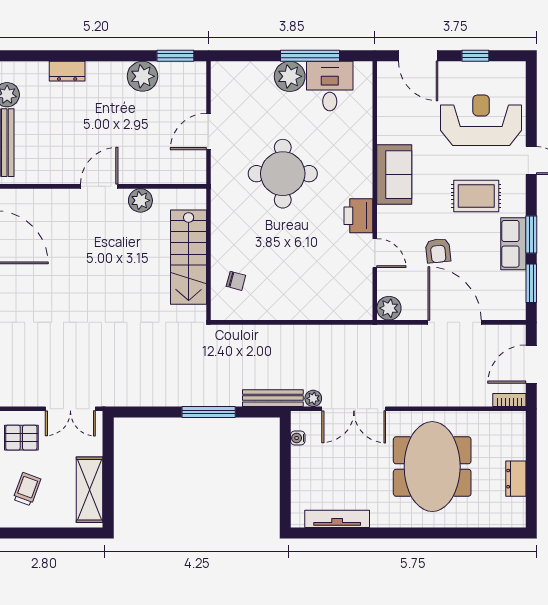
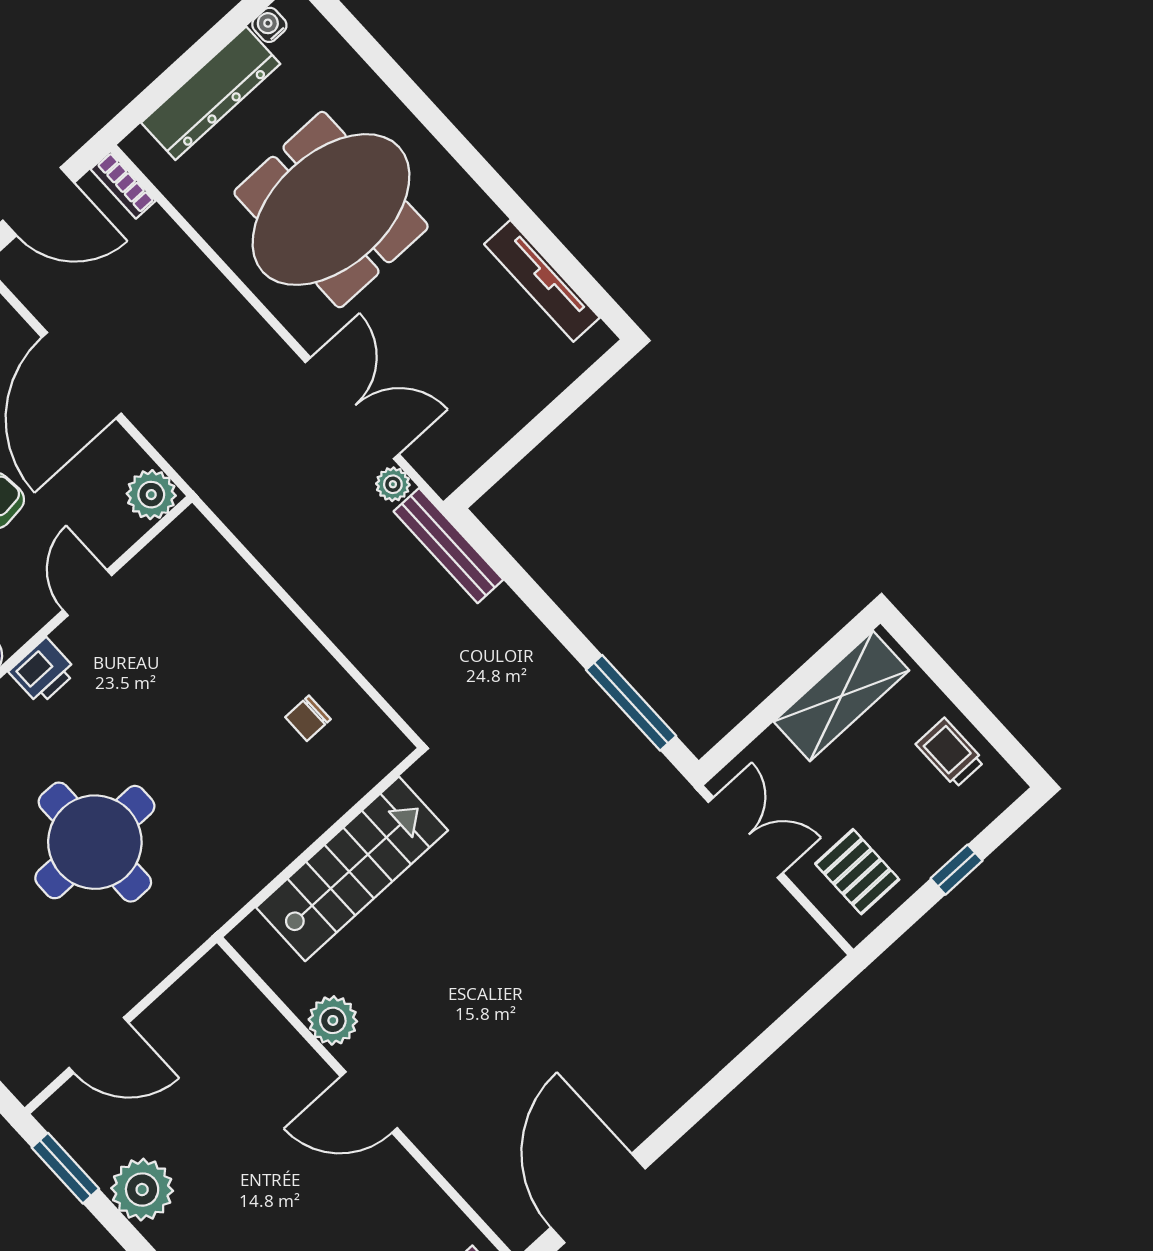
door: (209, 132) -> (99, 1045), moved
printer: (358, 216) -> (43, 671), width x0.73, depth x0.81
chair: (236, 281) -> (308, 718), moved, turned -105
window: (209, 412) -> (631, 703), moved
water cooler: (298, 438) -> (269, 25), moved, turned 180
dresser: (516, 479) -> (211, 93), width x1.96, depth x1.24
trolley: (27, 489) -> (950, 753), moved, turned 70

